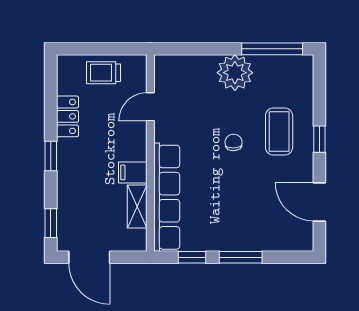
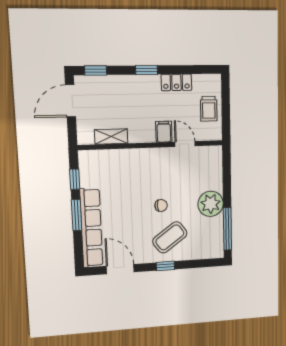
trolley: (103, 73) -> (209, 109), turned 180
coffee table: (279, 131) -> (170, 237), turned -36
filing cabinet: (133, 172) -> (164, 132), moved
row of seats: (167, 197) -> (91, 228), moved, turned -90
door: (319, 202) -> (120, 269), hinge flipped

